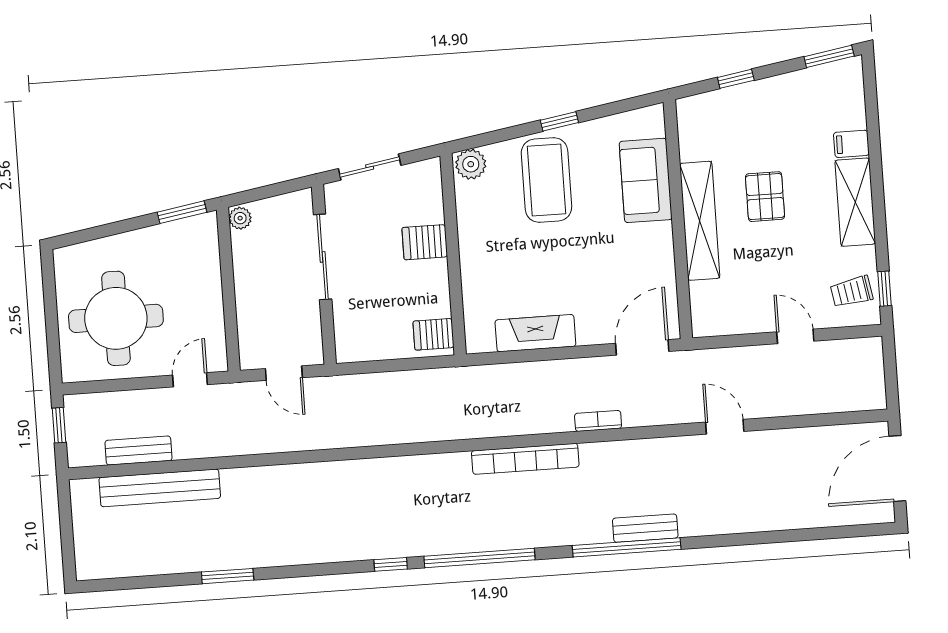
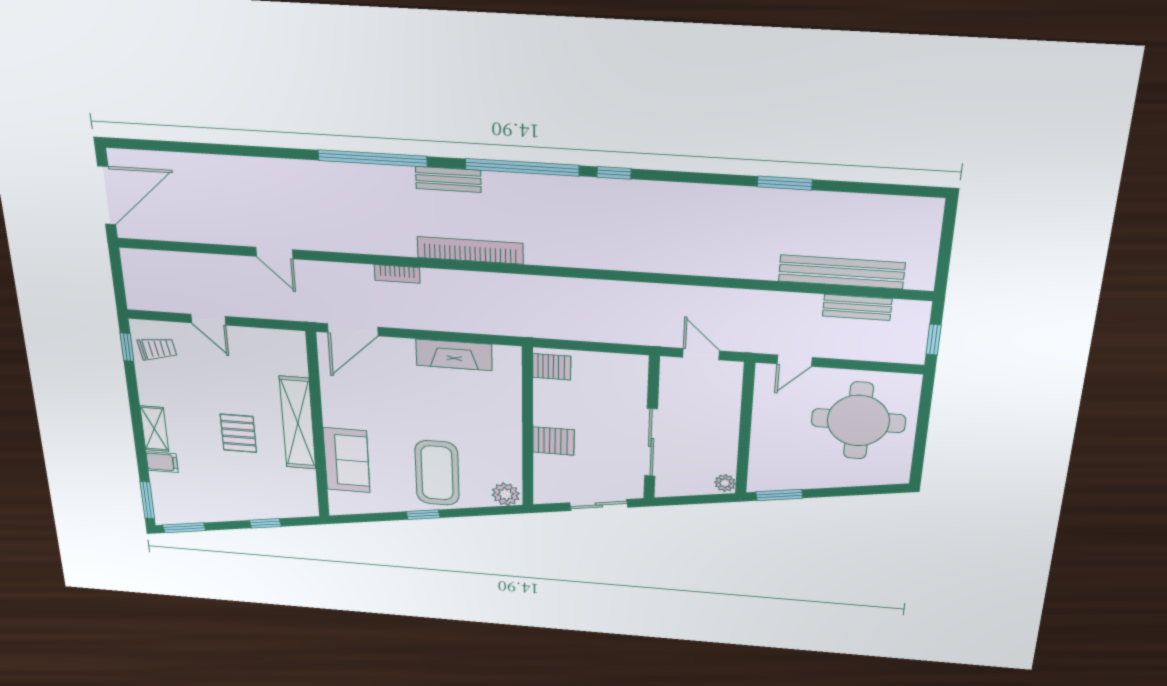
window: (870, 88) -> (147, 500), added
shelving: (855, 202) -> (154, 429), width x0.67, depth x0.75
bench: (645, 528) -> (448, 179), moved

